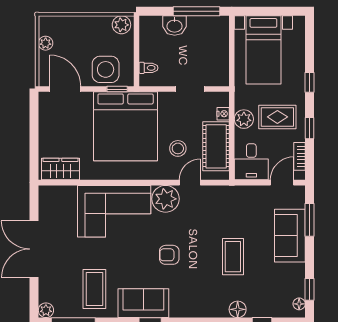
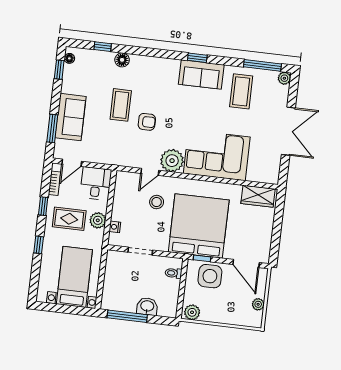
cot: (216, 146) -> (124, 200), removed
armchair: (169, 255) -> (147, 122), moved

